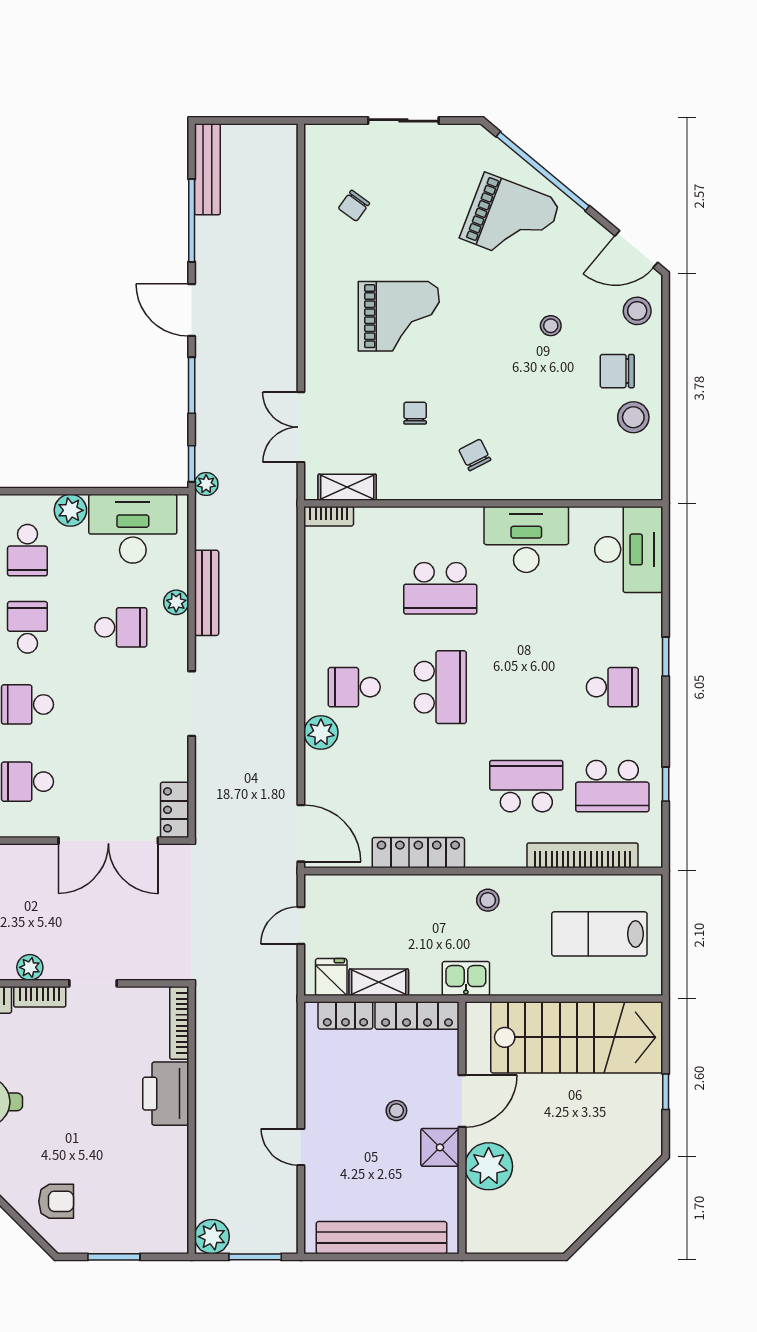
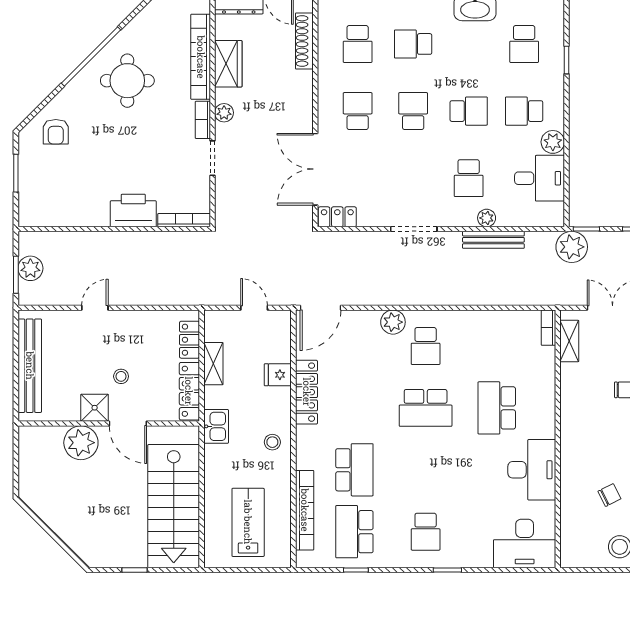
chair: (475, 455) -> (609, 495), moved
plant: (206, 484) -> (572, 247), width x1.87, depth x1.87
desk: (133, 529) -> (540, 178), width x0.73
school desk: (354, 687) -> (426, 346), turned 180
fridge: (331, 977) -> (278, 375), moved, turned 180
plant: (212, 1237) -> (30, 268), moved

